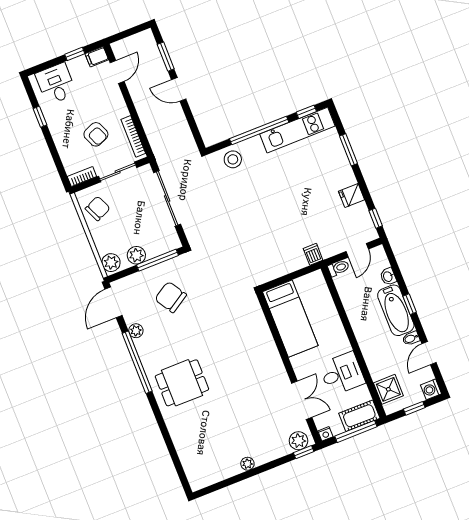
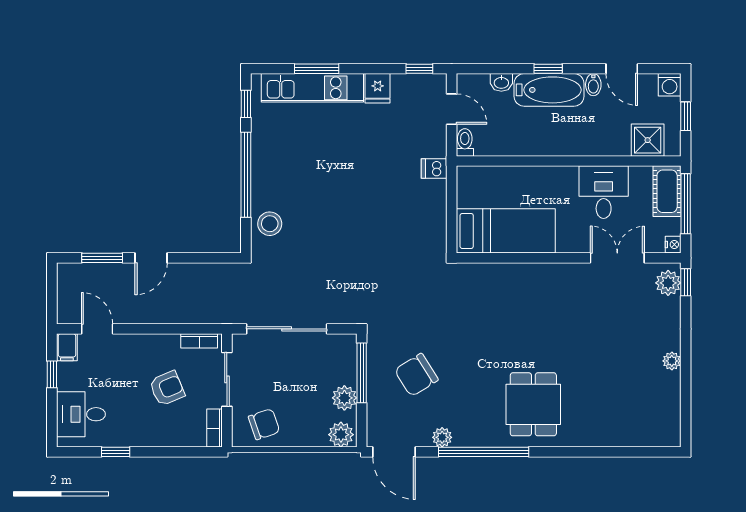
kitchen unit: (297, 130) -> (312, 88), moved, turned 90
bookcase: (133, 136) -> (199, 341), width x0.64
chair: (98, 208) -> (264, 424), turned 95

